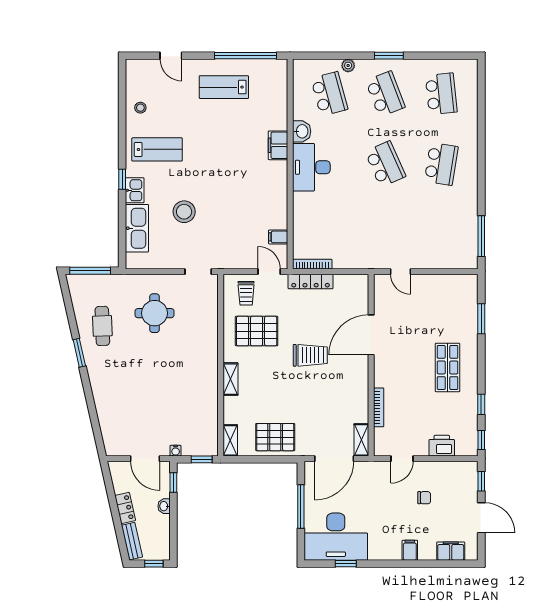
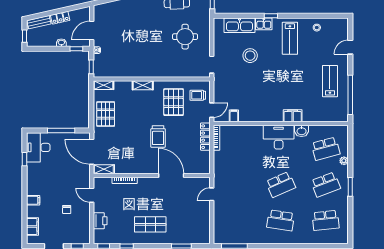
desk: (336, 537) -> (38, 147), width x0.73, depth x0.77

